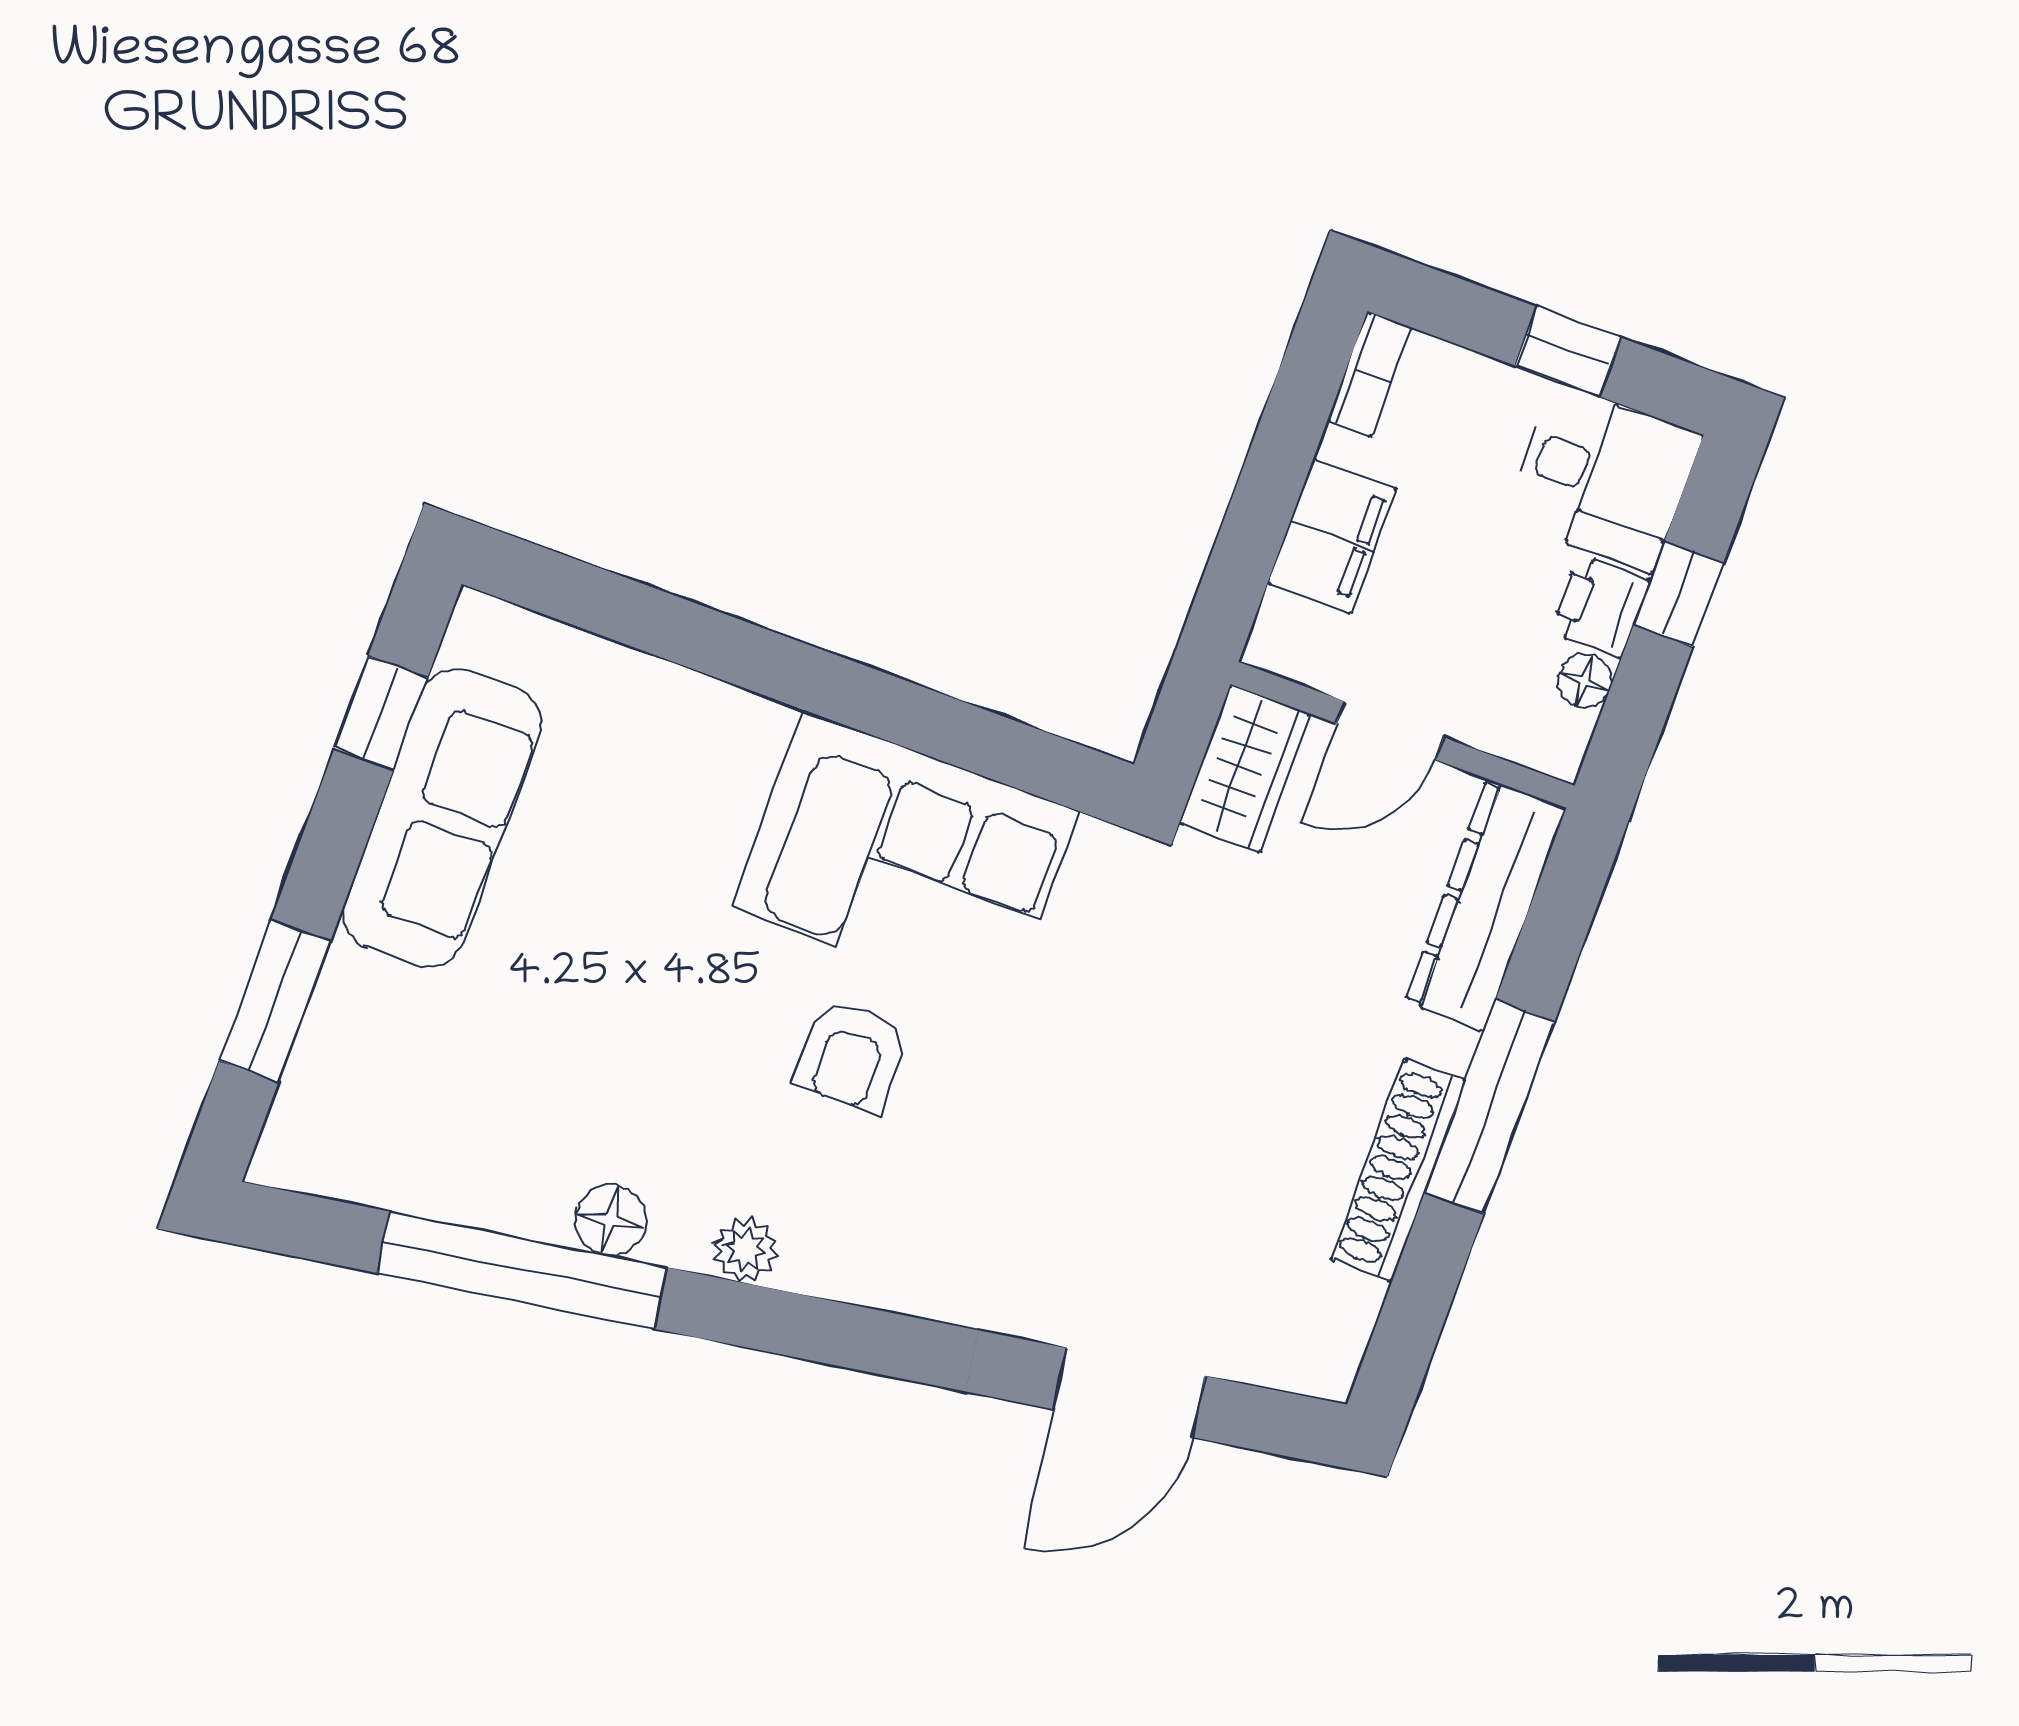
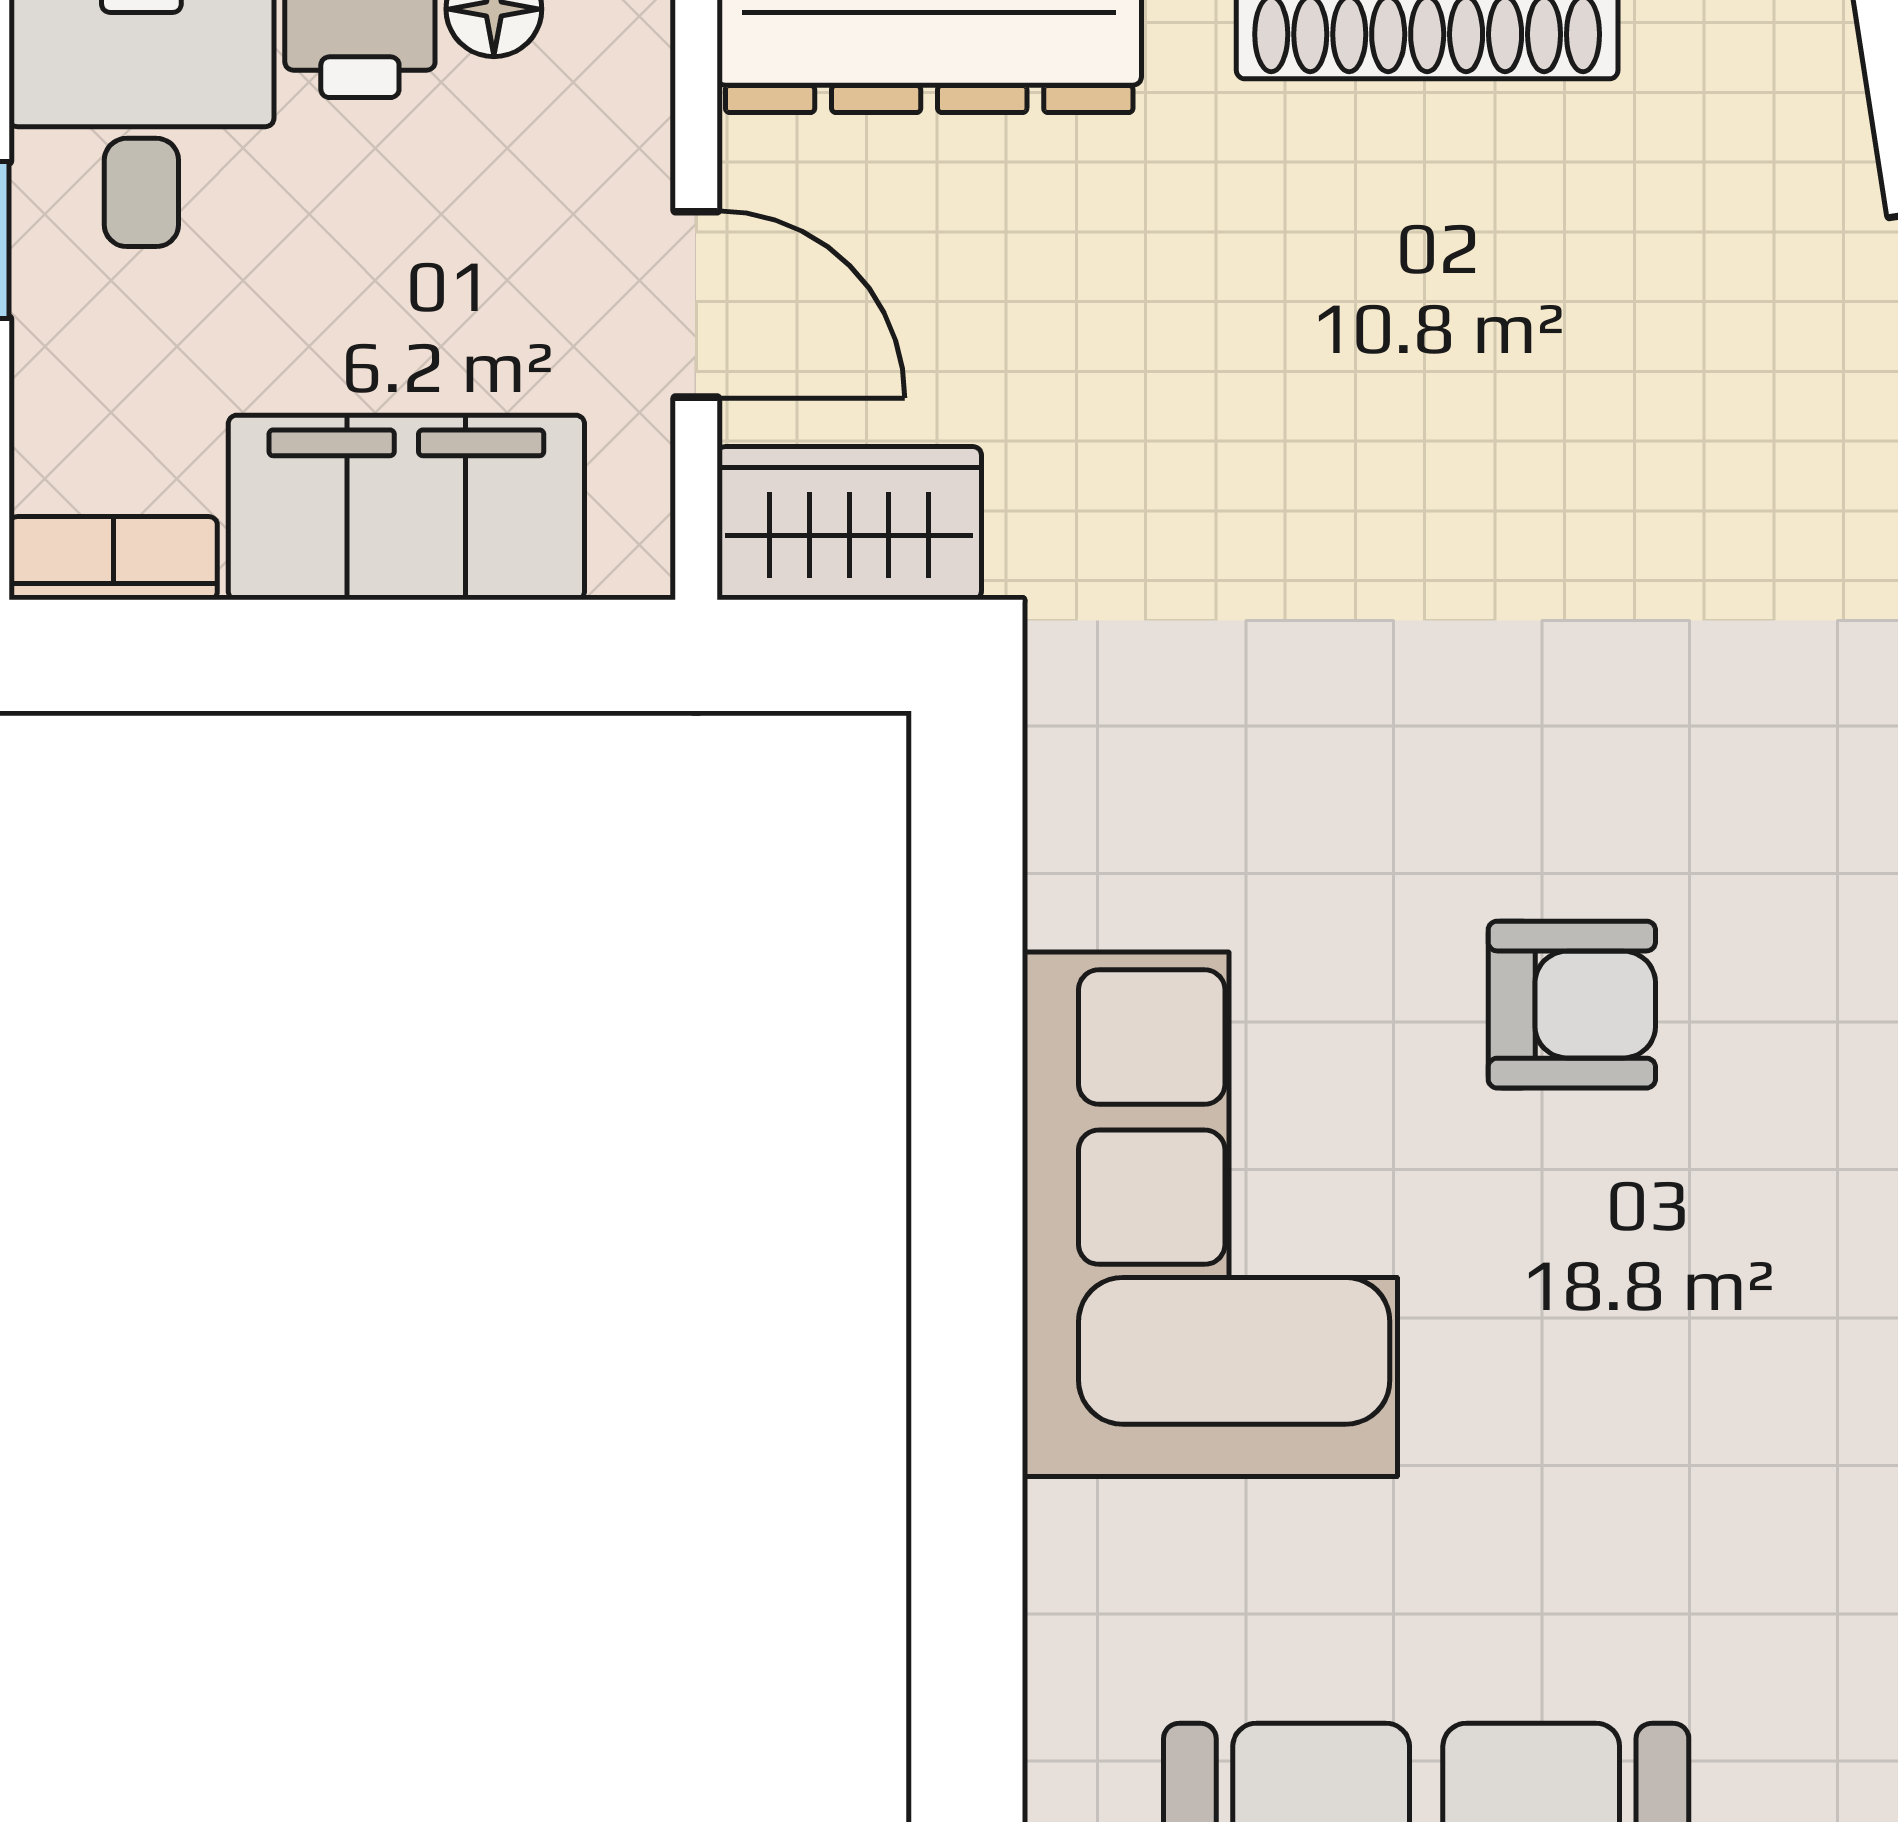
filing cabinet: (1332, 536) -> (406, 507), width x1.50, depth x1.17
corner sofa: (905, 859) -> (1210, 1214), moved

